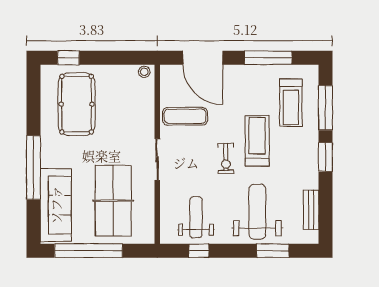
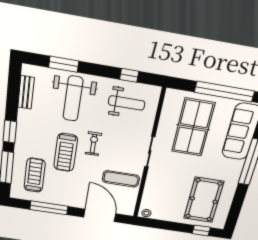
weight bench: (196, 217) -> (127, 103), turned -90

